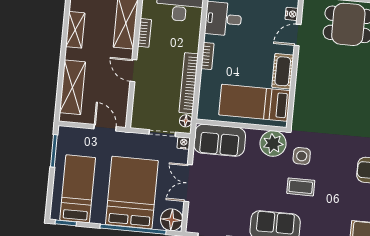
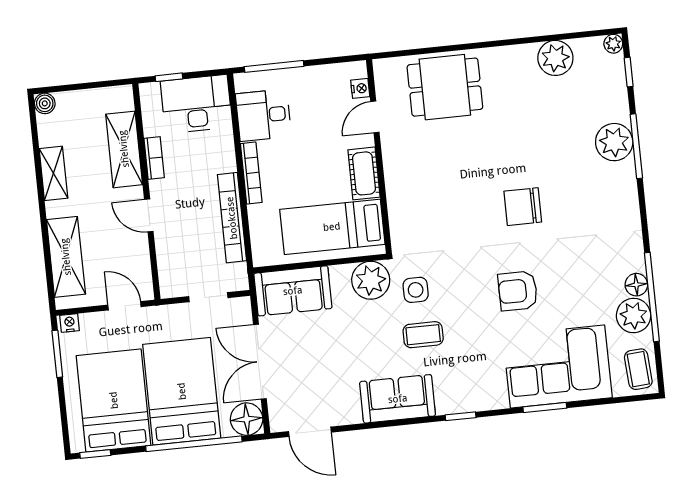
bookcase: (207, 56) -> (251, 173), width x1.56
floor lamp: (186, 121) -> (239, 273), removed
nightstand: (184, 143) -> (70, 323), moved
double door: (188, 183) -> (260, 362), width x1.37
bed: (78, 189) -> (114, 400), width x1.50

